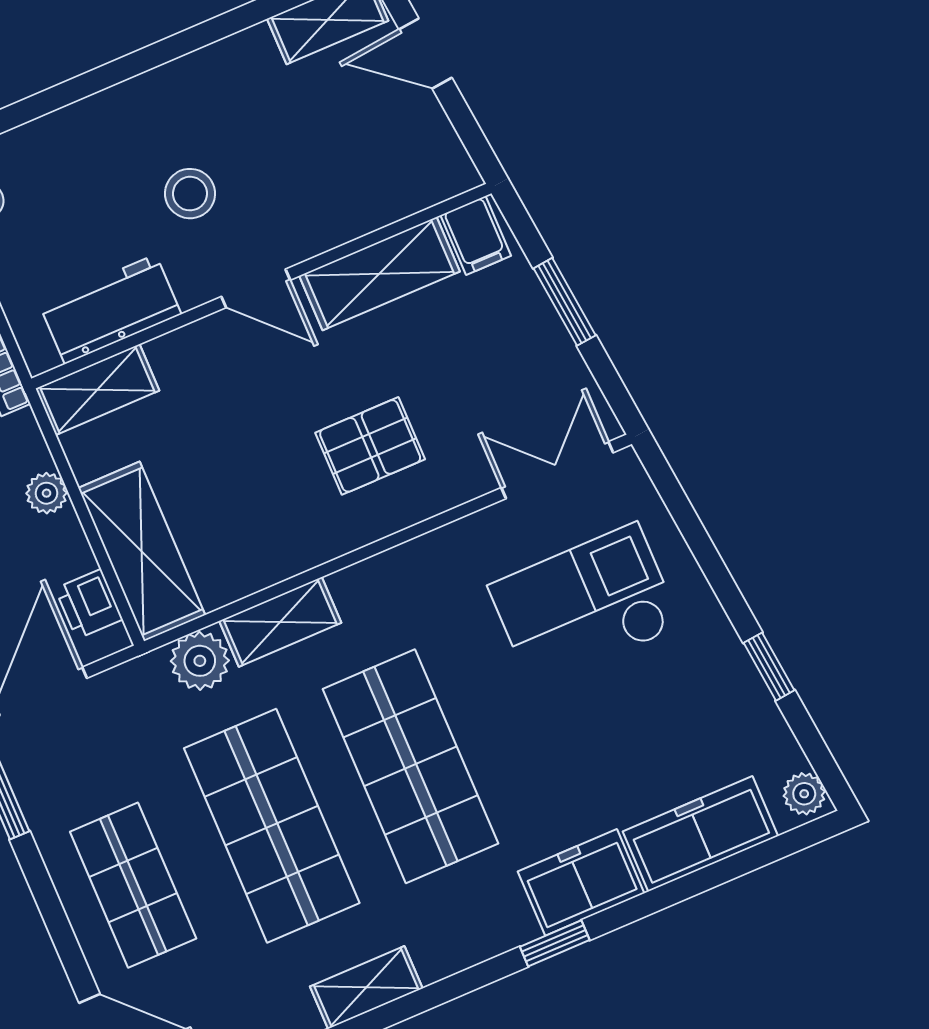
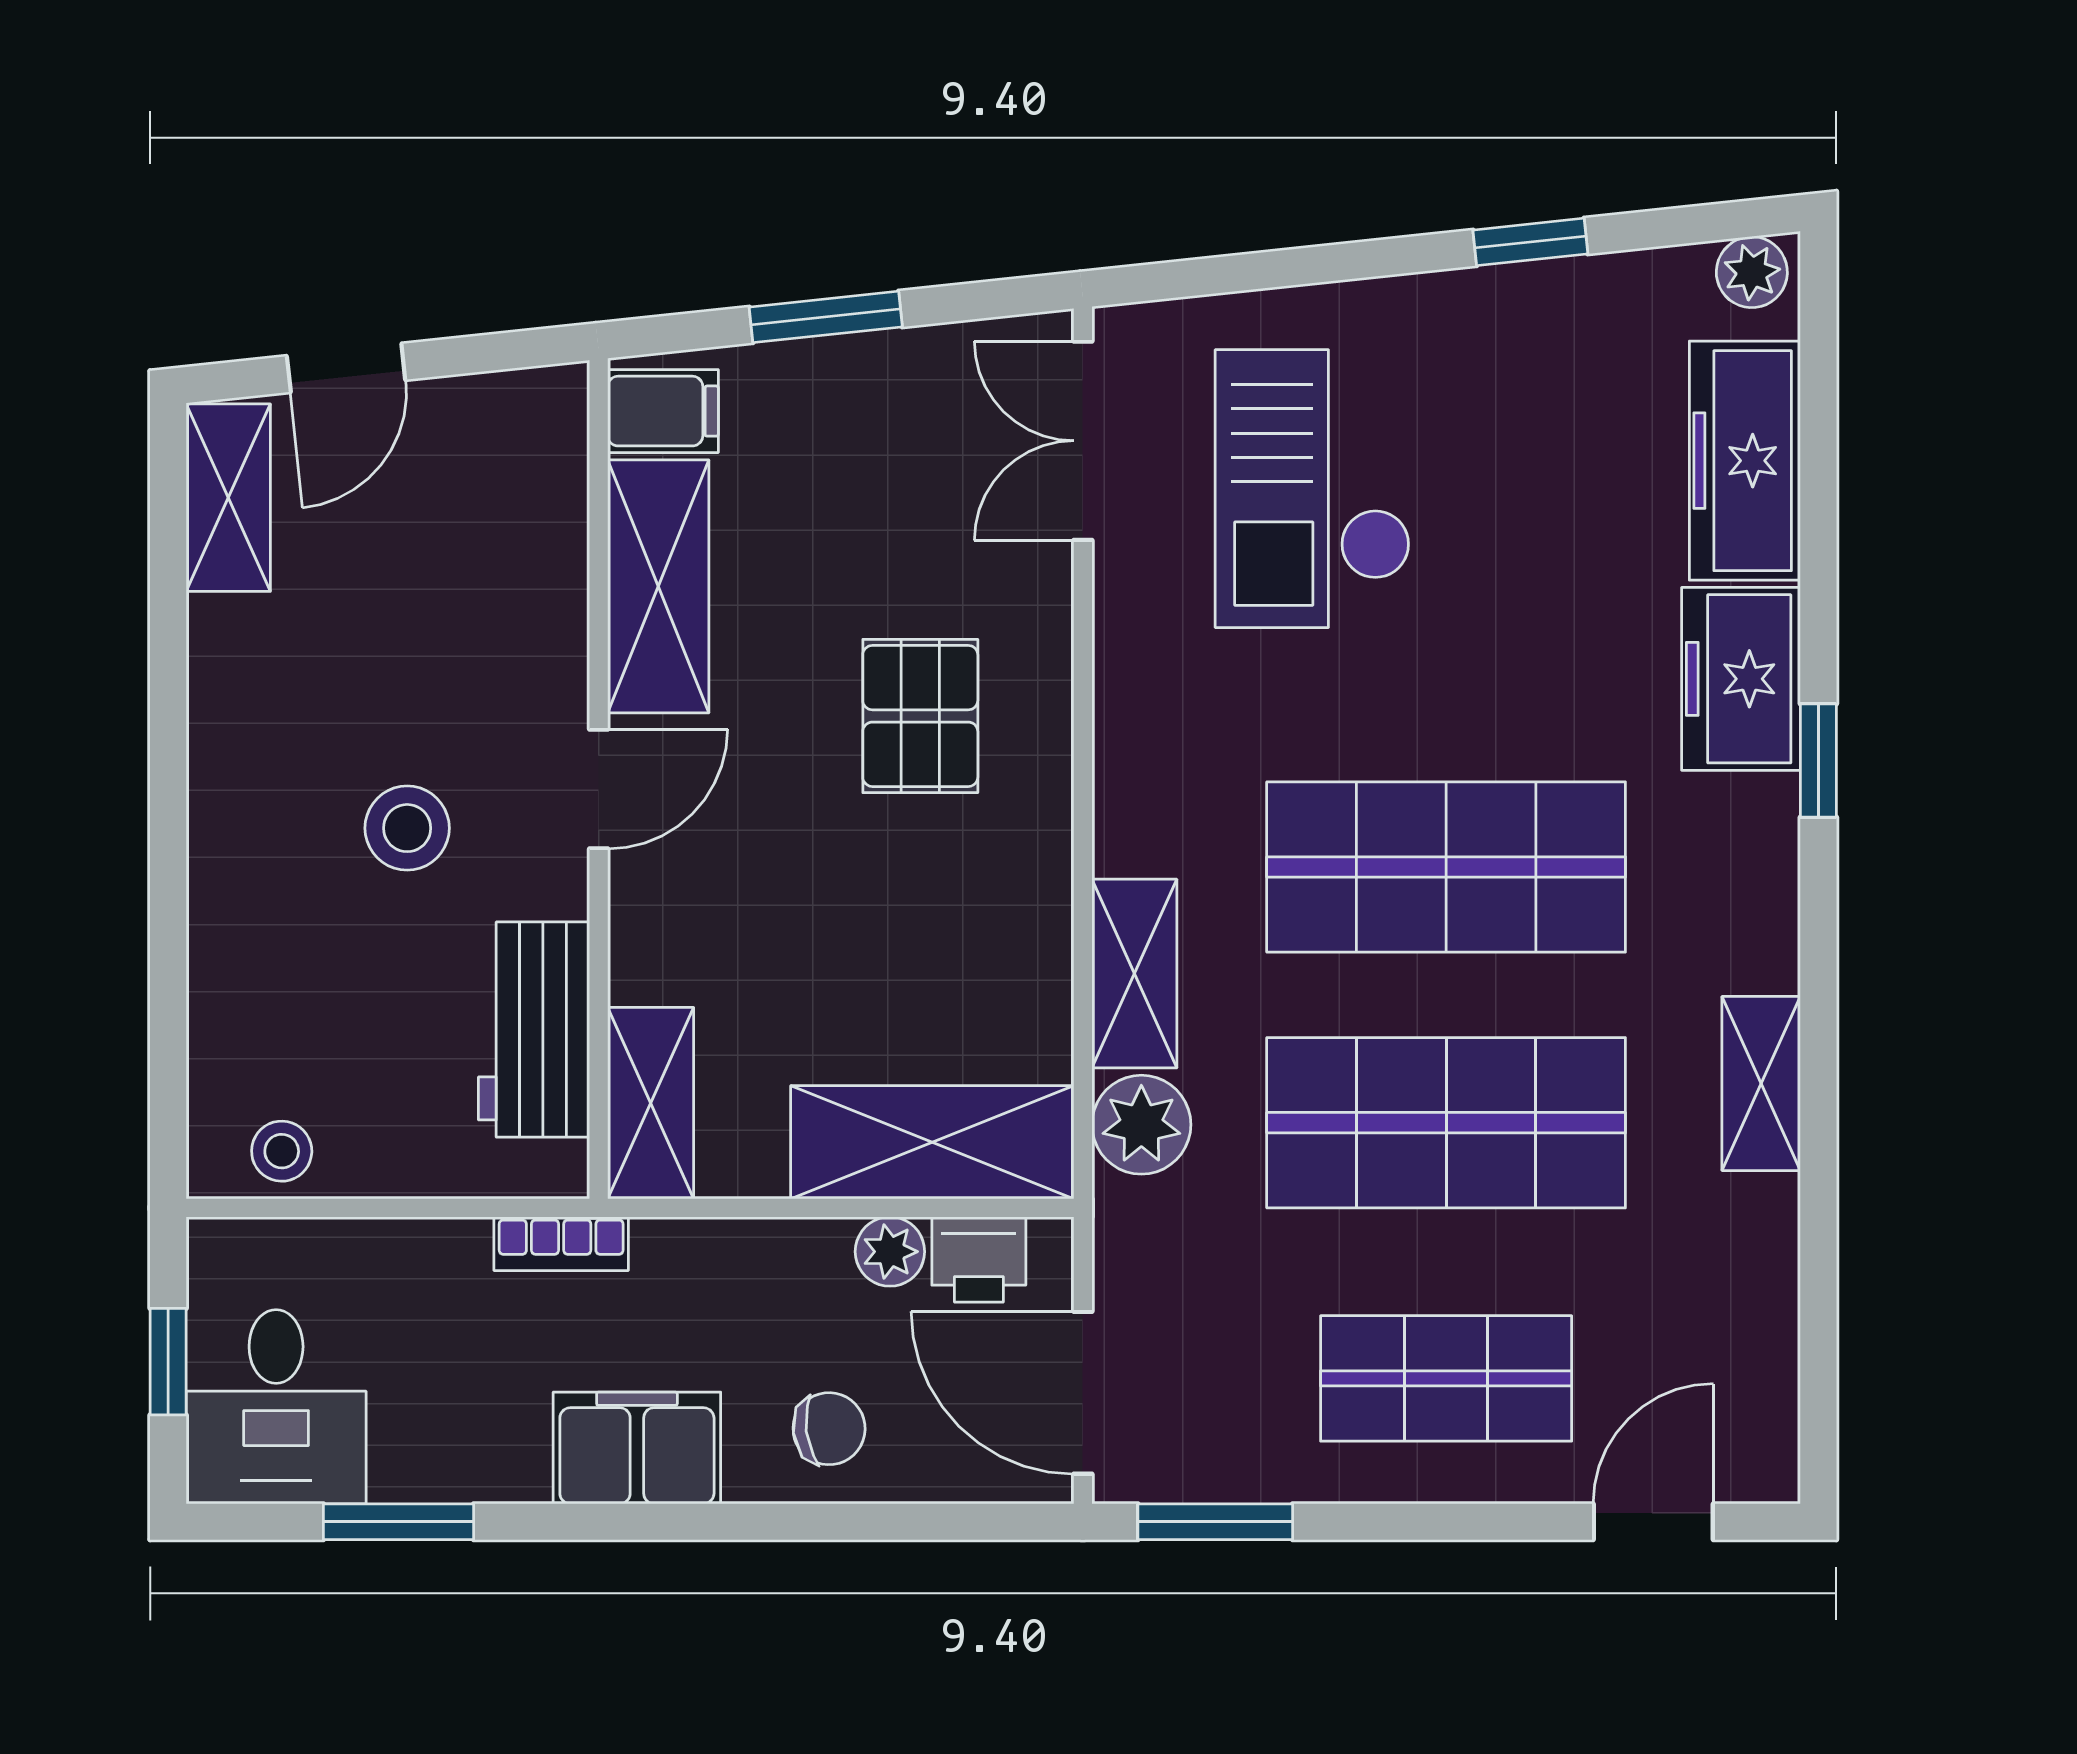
plant: (47, 493) -> (890, 1252), moved

